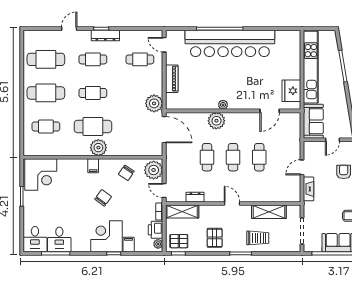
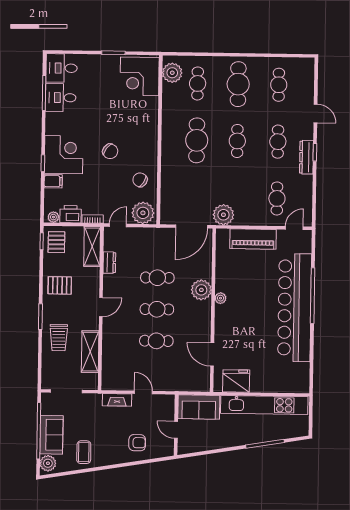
cafe table: (46, 59) -> (279, 85), width x0.73, depth x0.74
piano: (172, 79) -> (253, 239), width x1.37, depth x1.33
plant: (98, 148) -> (172, 73), moved
filing cabinet: (93, 166) -> (149, 140), removed

